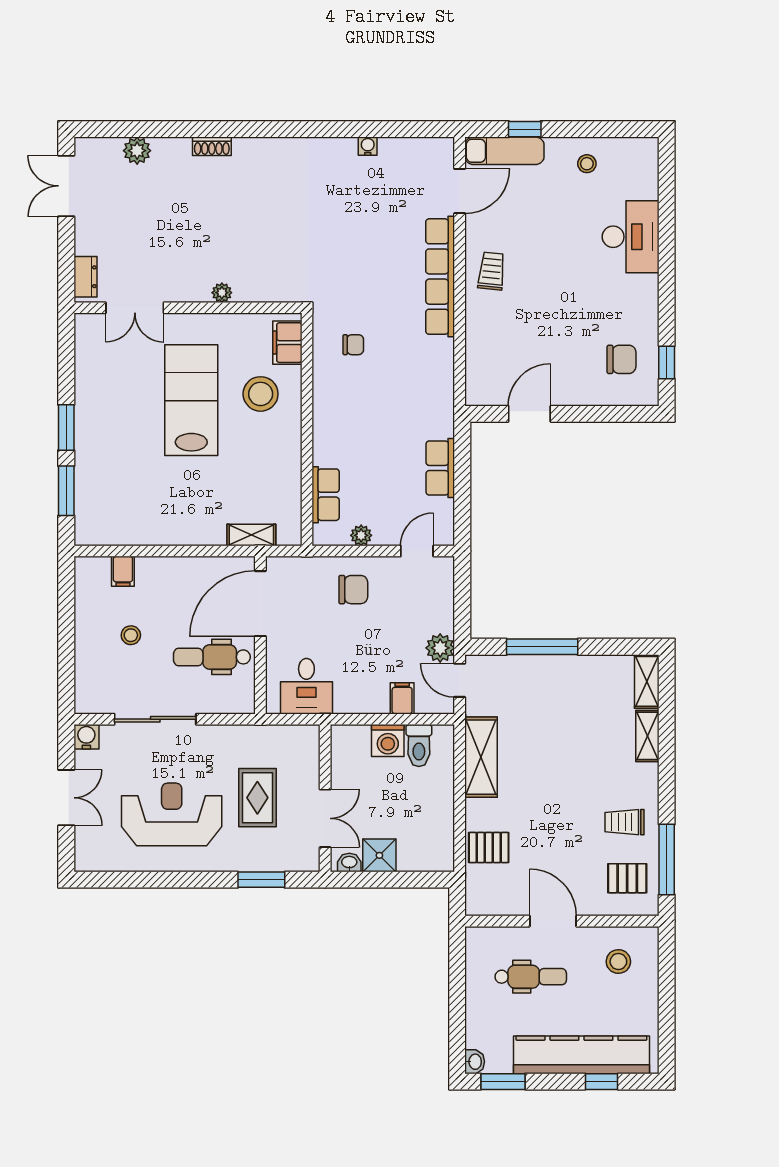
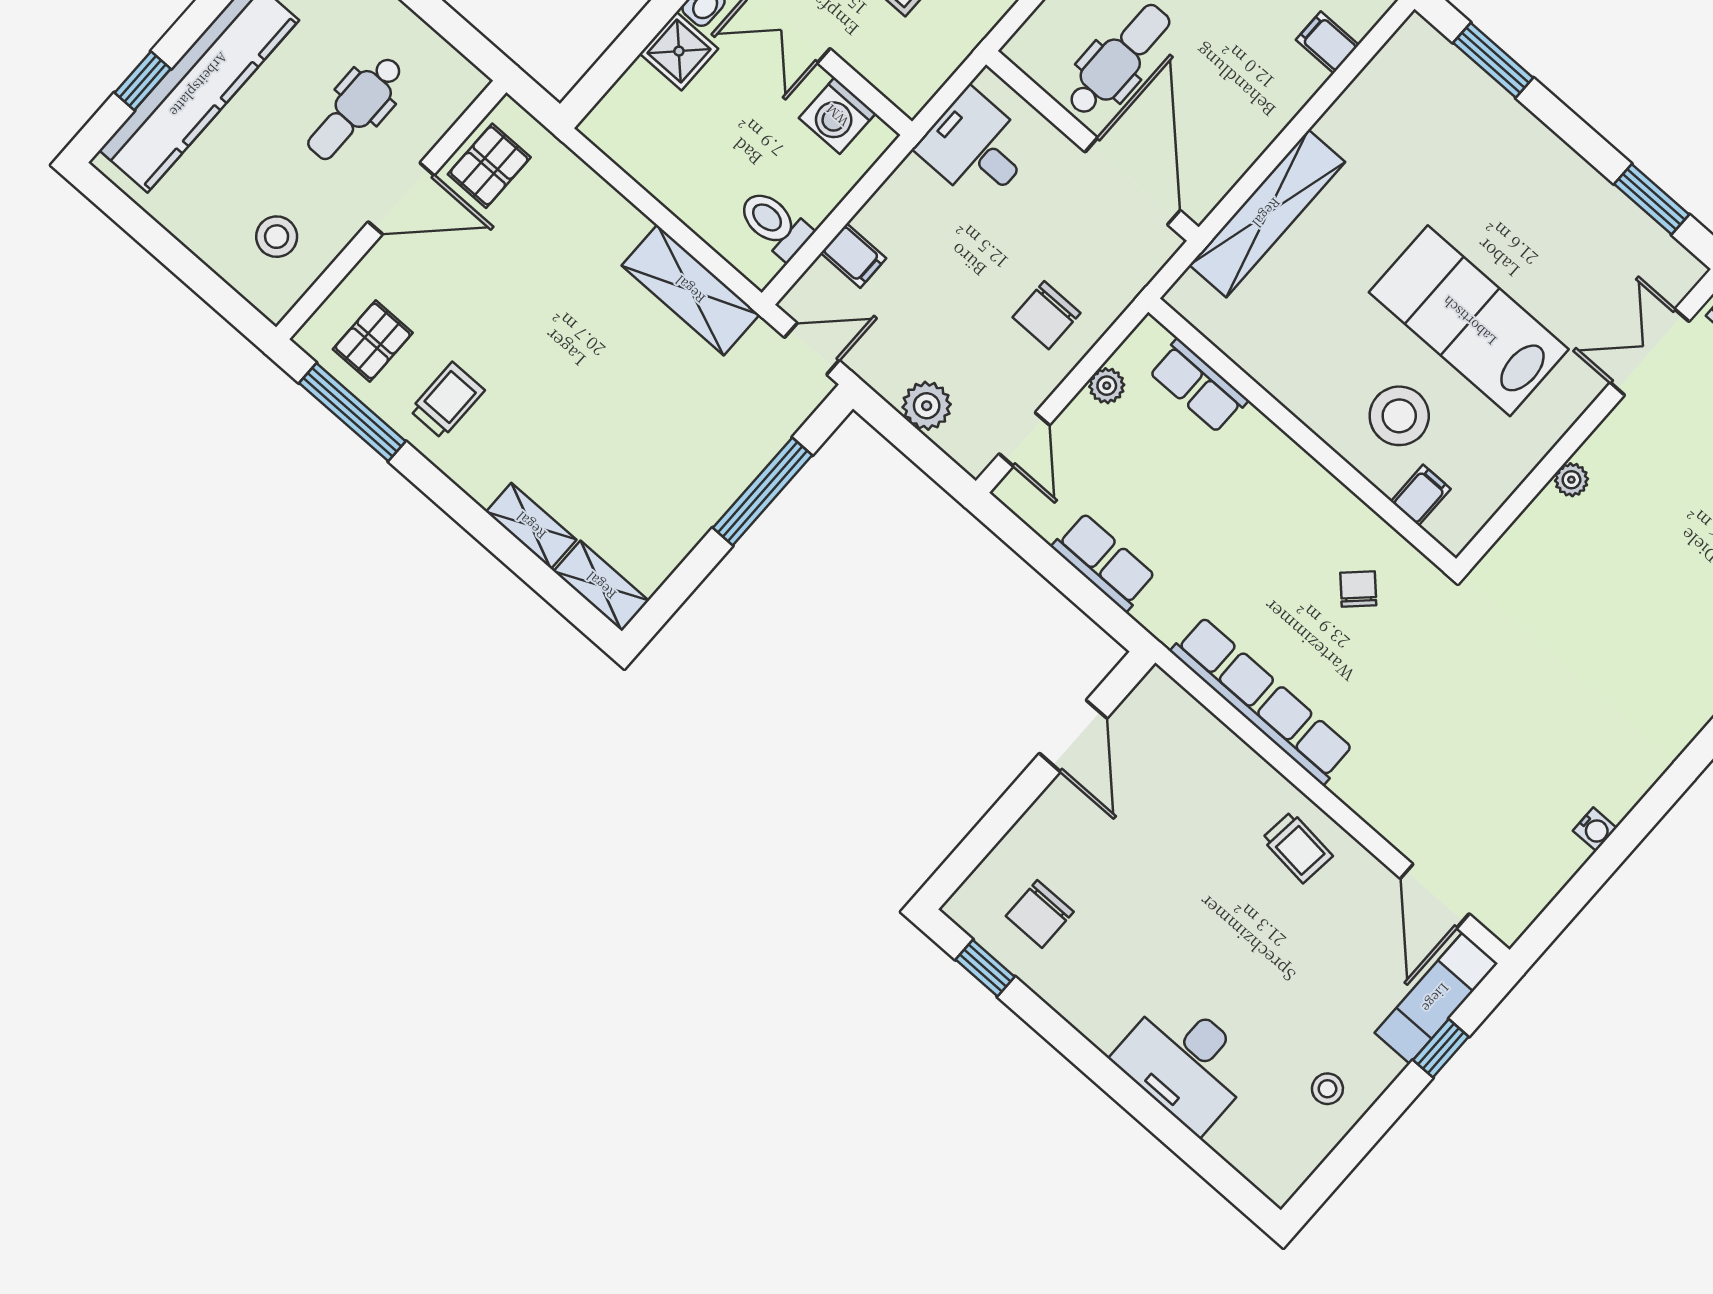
row of seats: (440, 277) -> (1262, 700), moved
filing cabinet: (287, 343) -> (1421, 495), width x0.50
chair: (353, 345) -> (1358, 589), turned 136
lab bench: (191, 400) -> (1469, 321), turned 180
window: (66, 428) -> (1652, 199), moved
shelving: (251, 535) -> (1267, 213), width x2.20, depth x1.33
plant: (440, 648) -> (927, 406), moved
washing machine: (388, 741) -> (837, 116), moved, turned -90
pallet: (489, 848) -> (489, 166), moved

